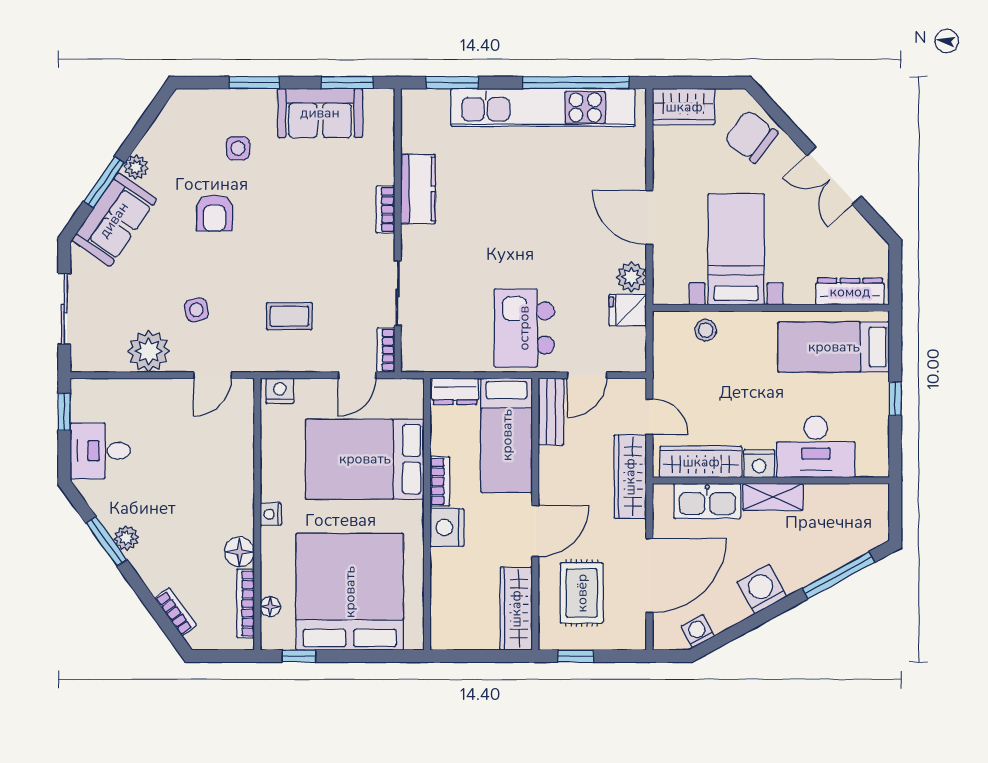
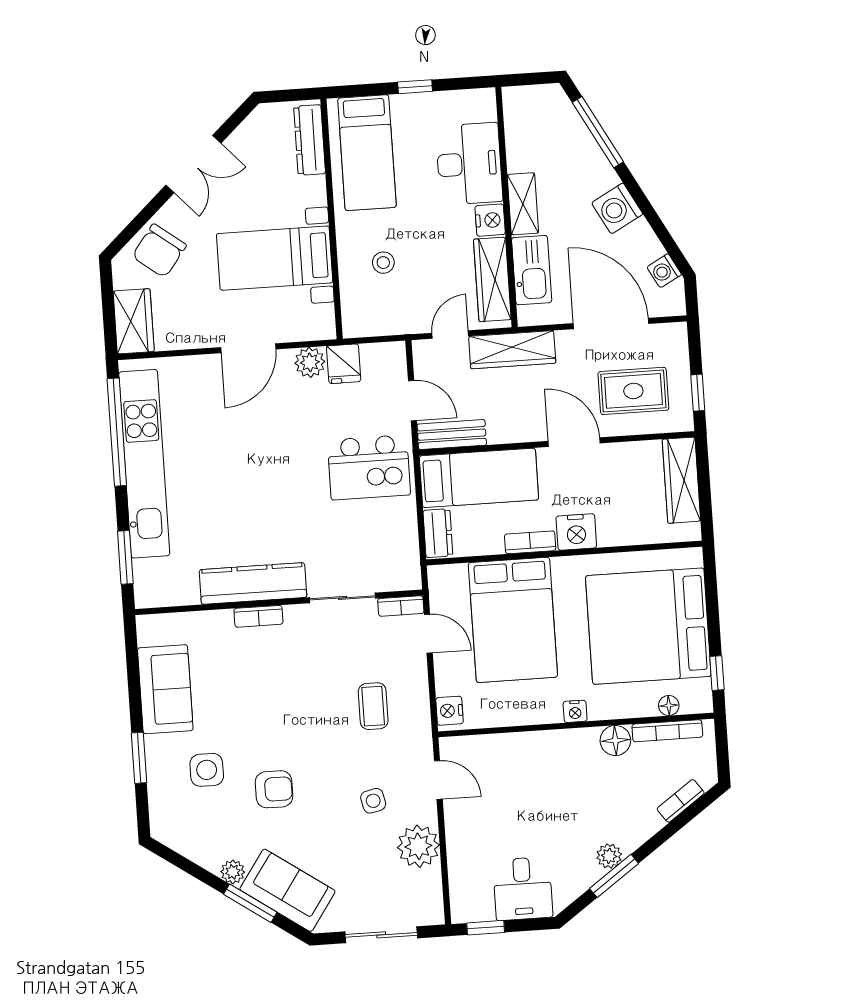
window: (347, 83) -> (133, 664), removed
side table: (238, 148) -> (207, 770), width x1.37, depth x1.37
kitchen counter: (418, 189) -> (253, 583), width x1.50
stool: (706, 330) -> (383, 263), moved
wardrobe: (516, 609) -> (681, 480), moved, turned 90

